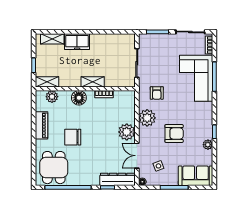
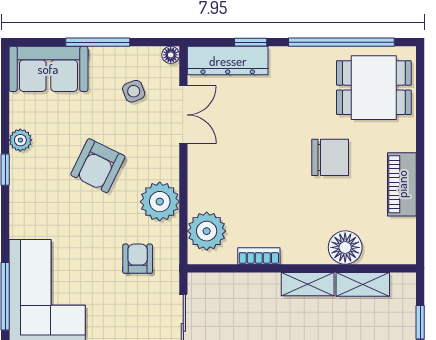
shelving: (47, 82) -> (363, 284), moved
shelving: (93, 82) -> (308, 284), moved
plant: (52, 97) -> (378, 250), removed
floor lamp: (79, 98) -> (345, 247), moved
plant: (127, 132) -> (207, 231), moved
armchair: (174, 133) -> (98, 166), turned -64
dining table: (54, 168) -> (374, 88), turned 90

